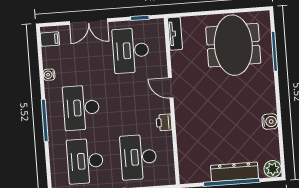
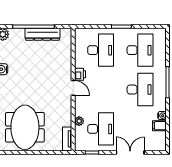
filing cabinet: (50, 39) -> (159, 126), moved
plant: (160, 59) -> (79, 121), added
door: (171, 88) -> (73, 88), moved
dresser: (234, 172) -> (42, 34), moved

